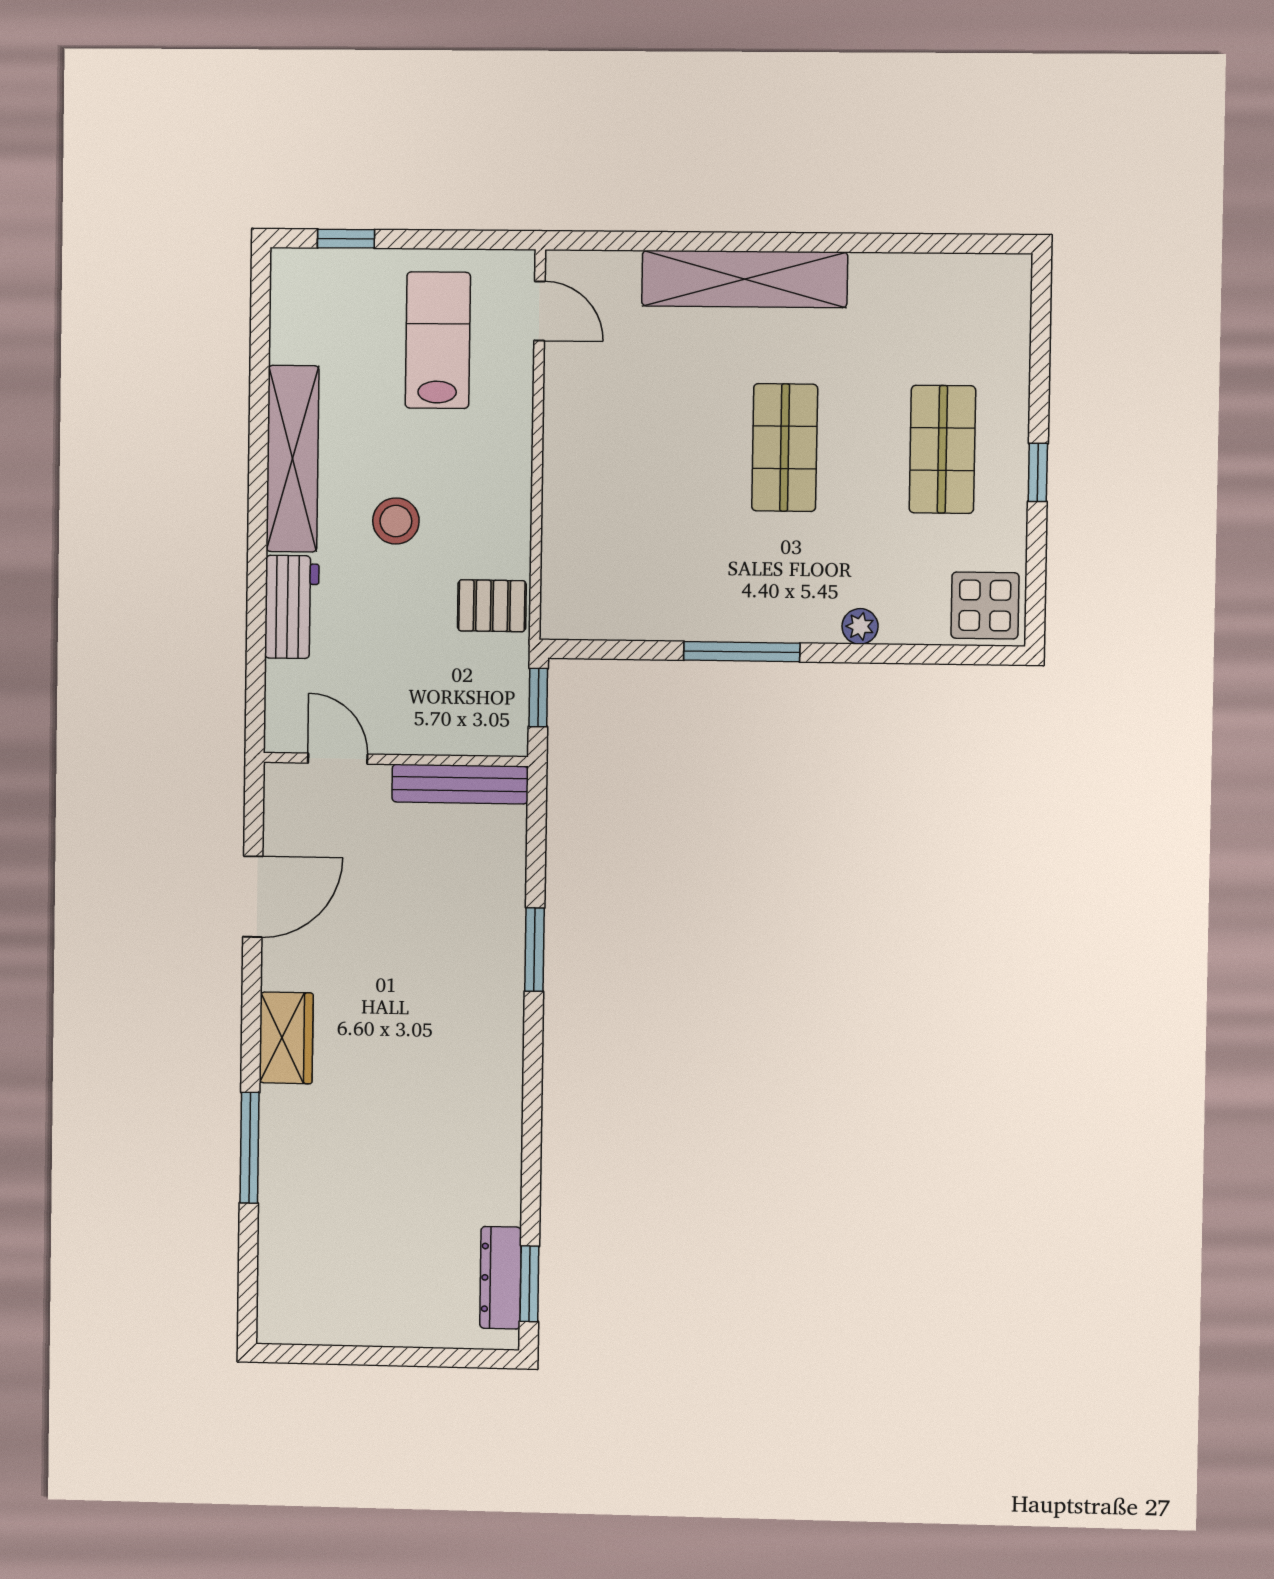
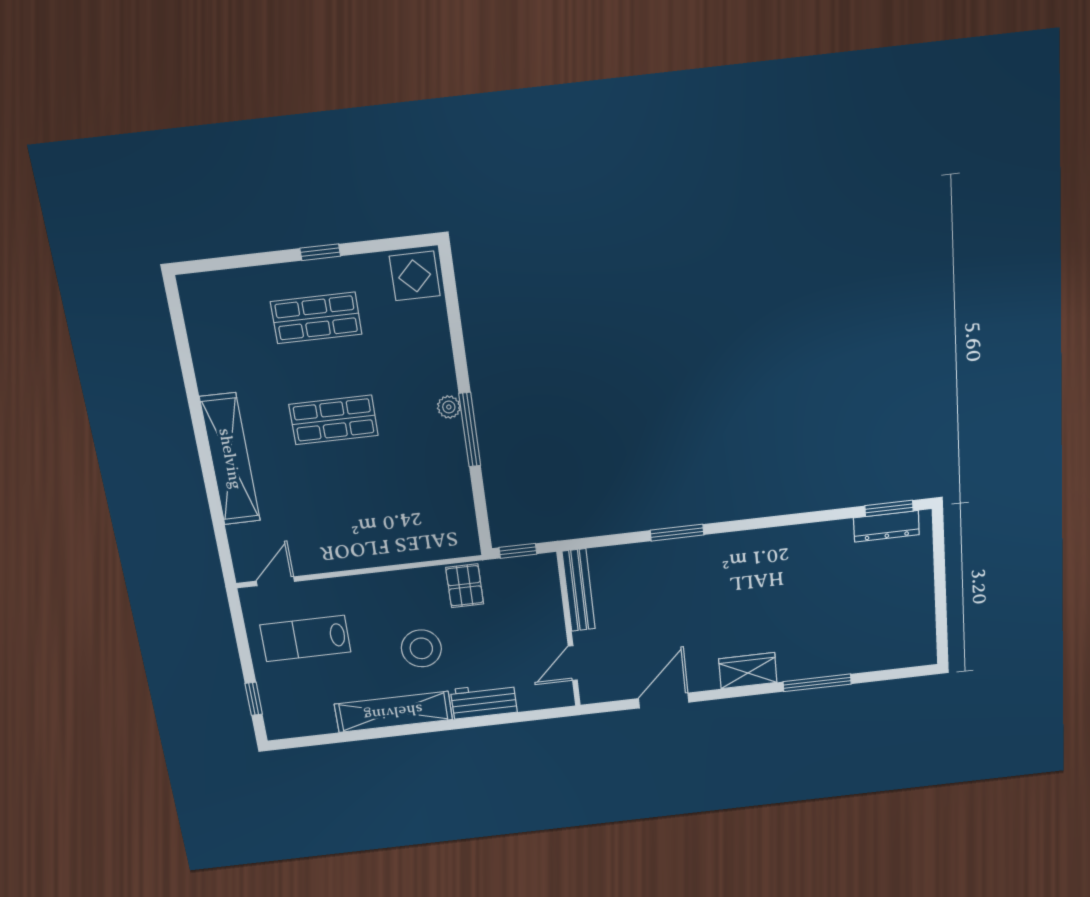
stool: (396, 521) -> (421, 648), width x1.38, depth x1.38
plant: (860, 626) -> (449, 407), moved
door: (253, 897) -> (664, 700), hinge flipped

